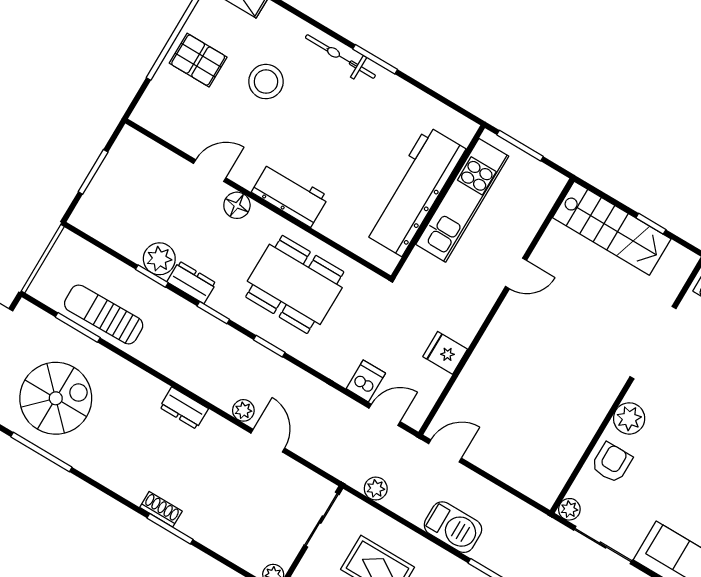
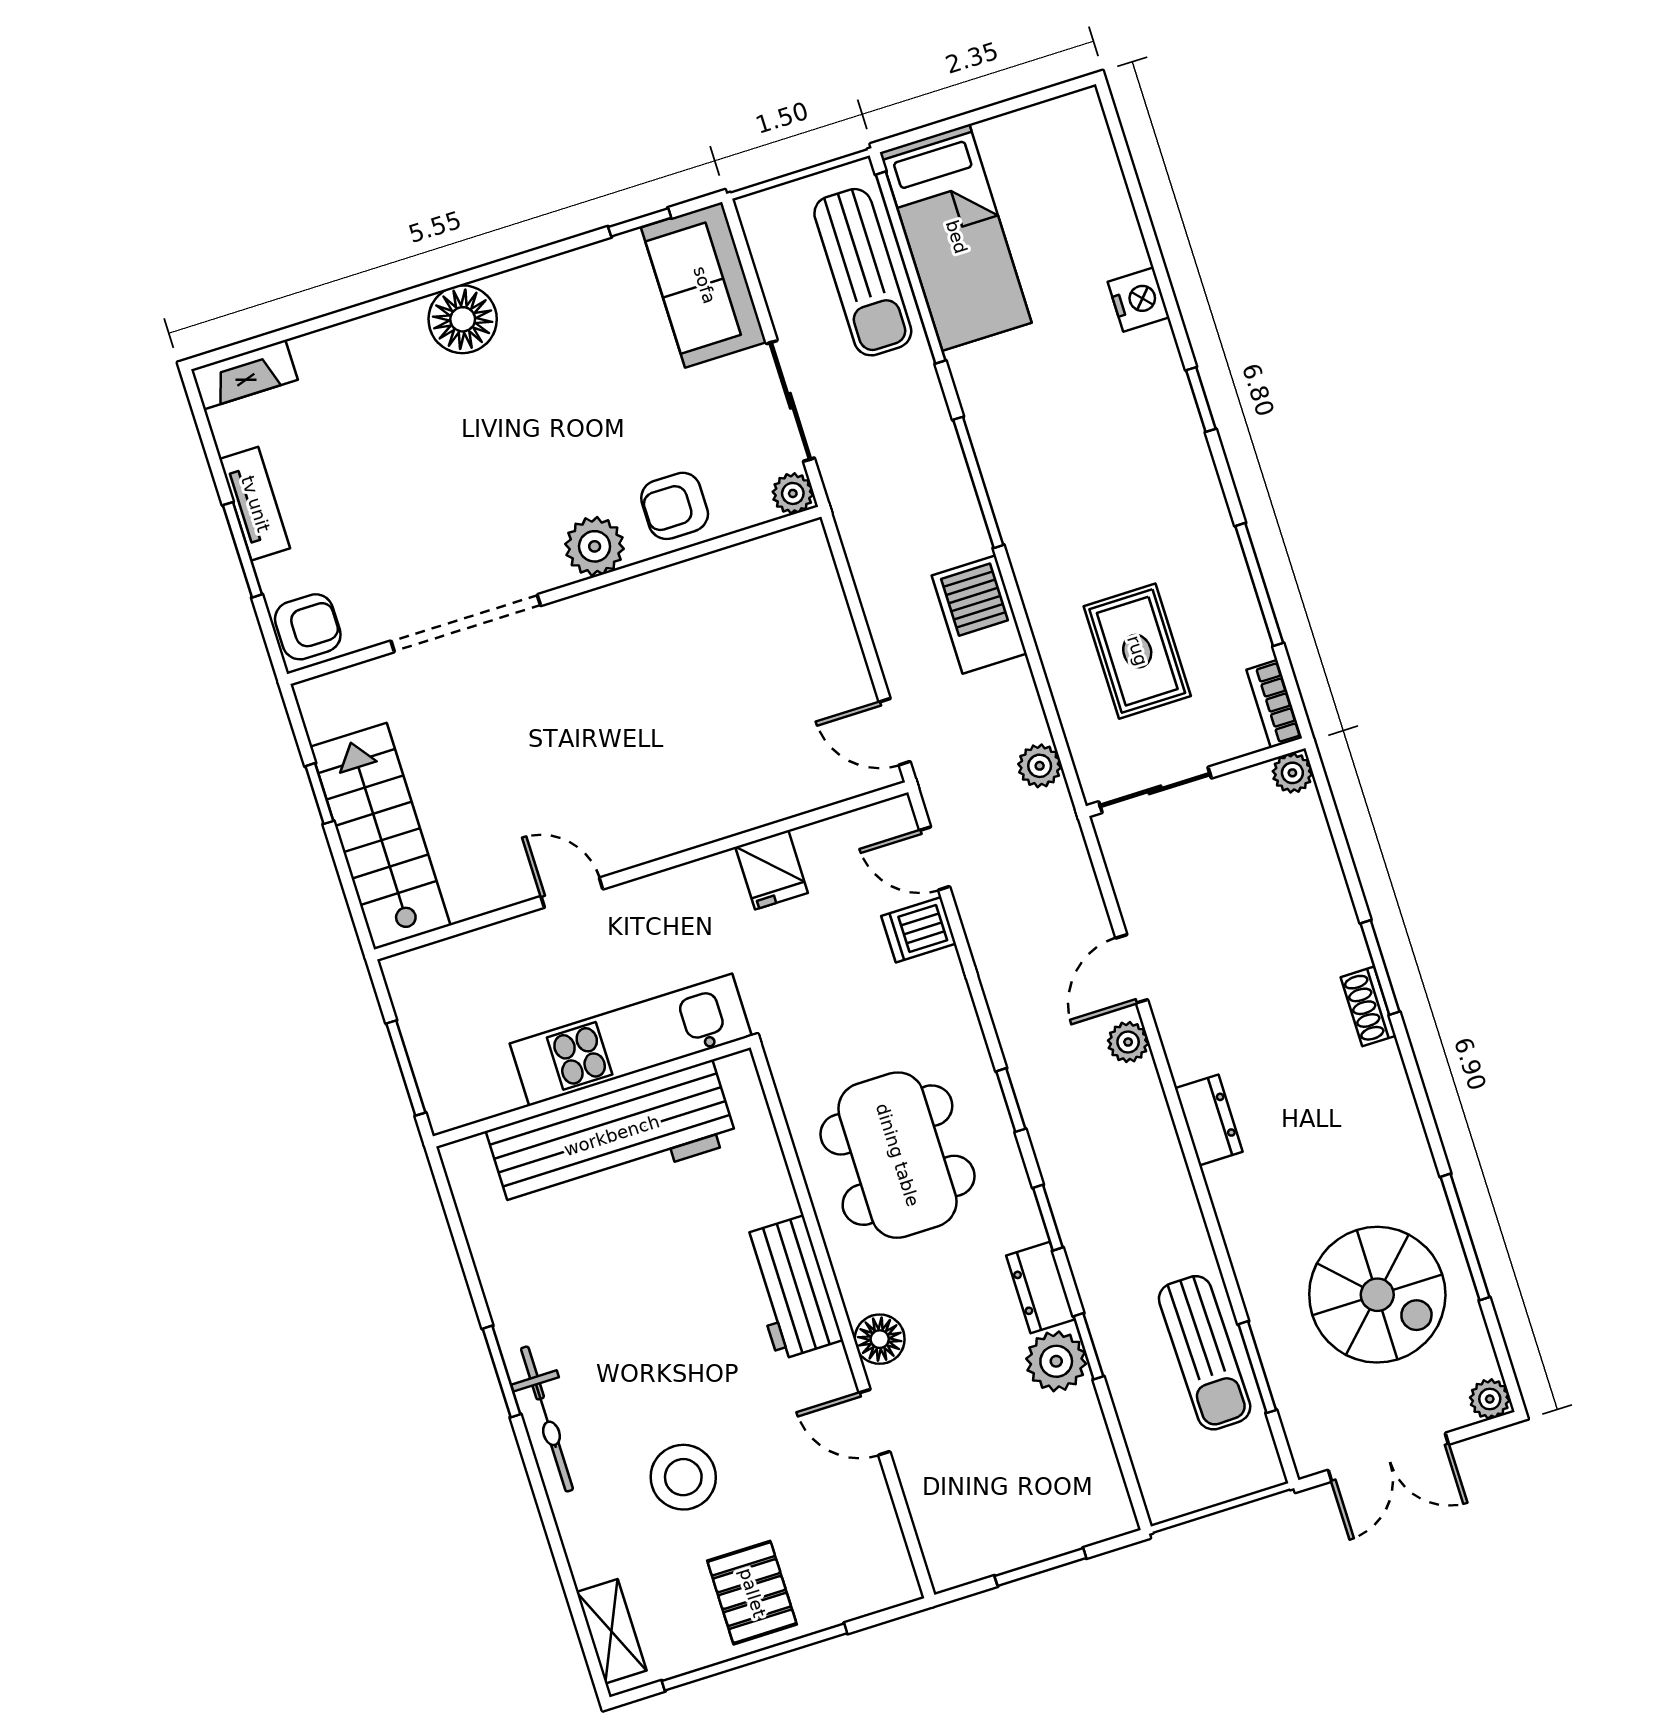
kitchen unit: (462, 200) -> (631, 1040), moved
spiral stairs: (56, 398) -> (1377, 1295), turned 180

